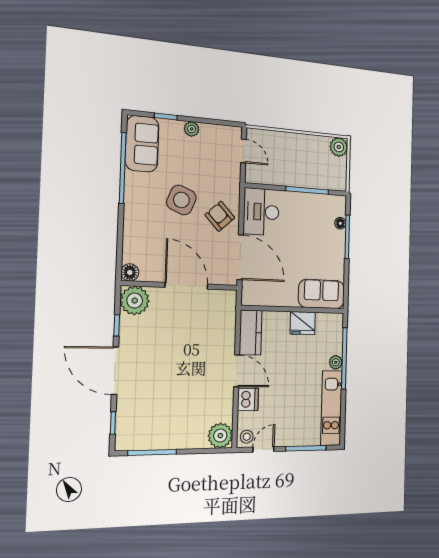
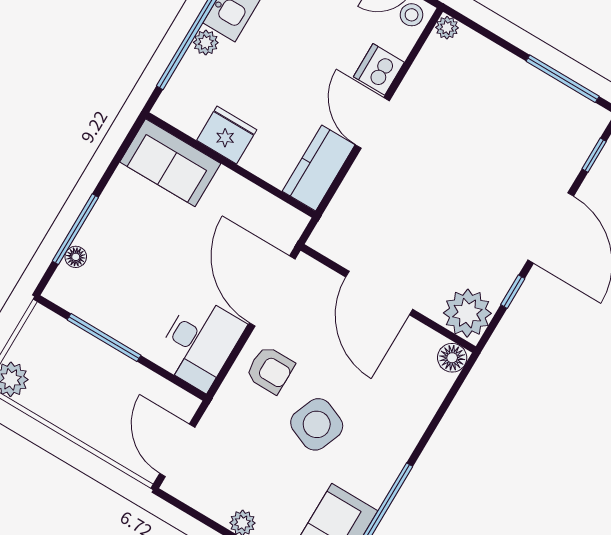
door: (243, 151) -> (177, 450), width x1.38
armchair: (220, 216) -> (270, 370), turned -47
plant: (220, 436) -> (447, 28), width x0.53, depth x0.53

